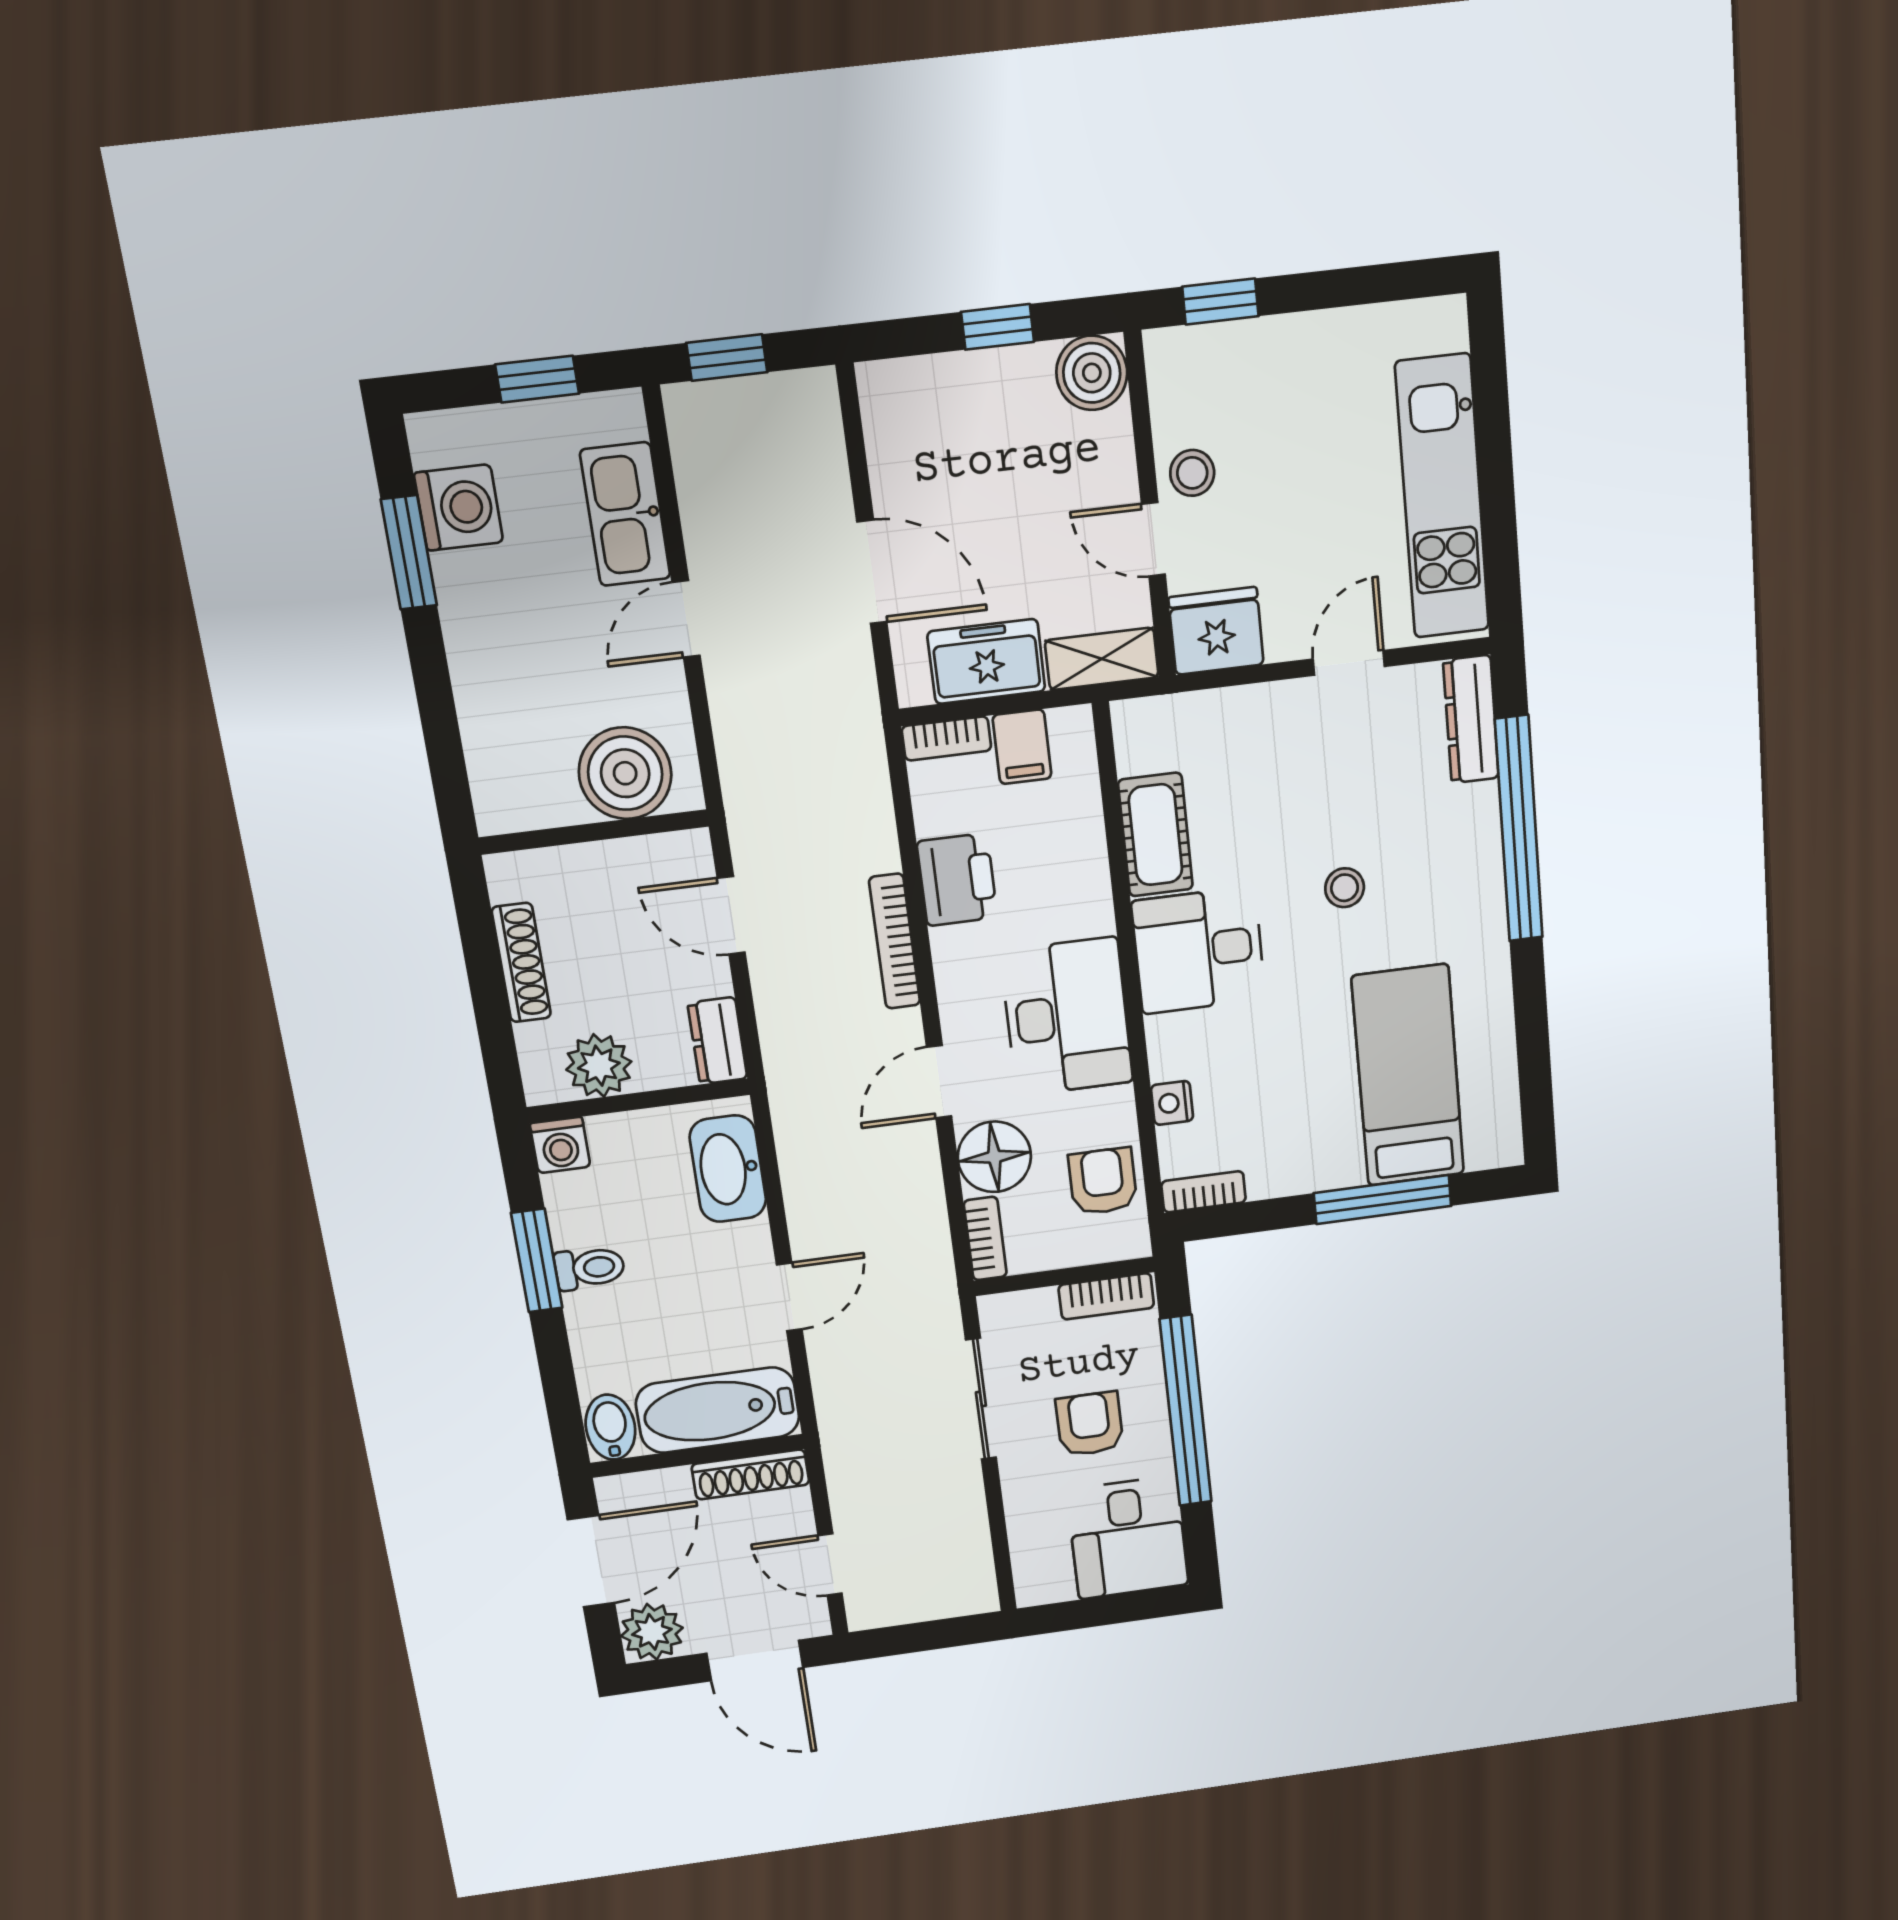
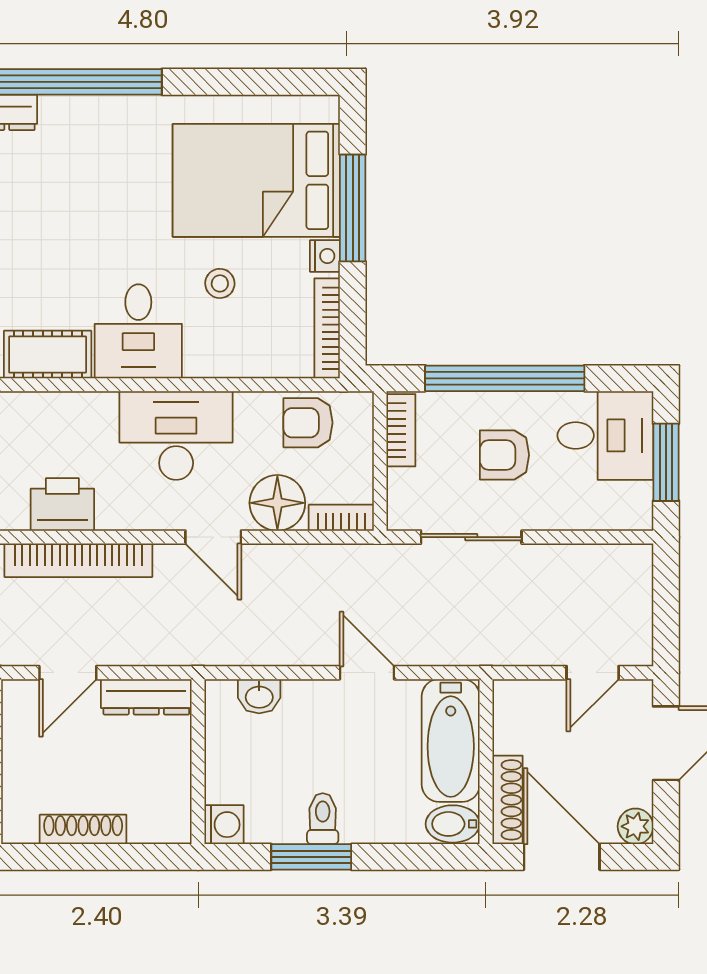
stool: (1345, 888) -> (220, 283), moved
bookcase: (895, 941) -> (78, 560), width x1.48, depth x1.31
dresser: (717, 1041) -> (146, 697), width x1.44
plant: (599, 1066) -> (167, 786), removed
bed: (1408, 1076) -> (256, 180), width x1.50
nightstand: (1172, 1103) -> (325, 256), moved, turned -90
washbasin: (728, 1169) -> (259, 696), width x0.52, depth x0.69
bookcase: (1204, 1192) -> (327, 328), width x1.56
shoe rack: (750, 1474) -> (507, 800), moved
window: (1103, 1611) -> (666, 462), added
plant: (652, 1632) -> (635, 826), width x0.73, depth x0.73

